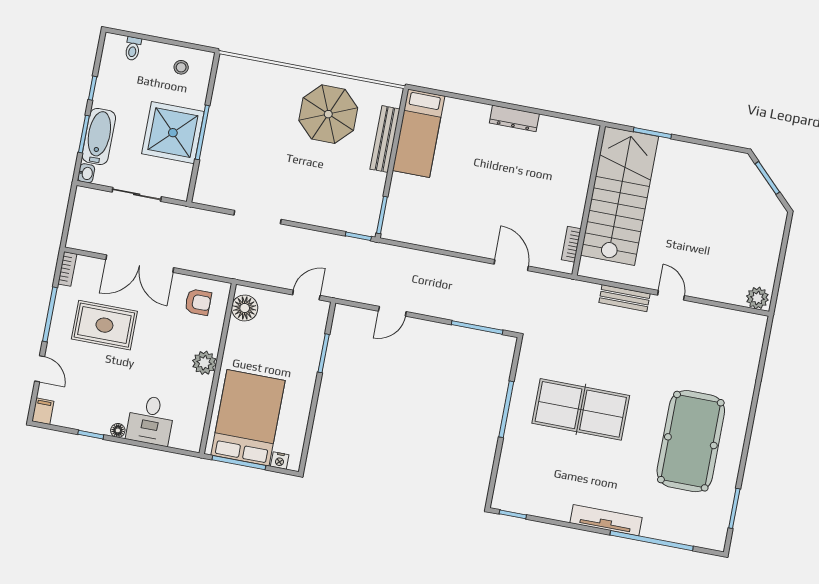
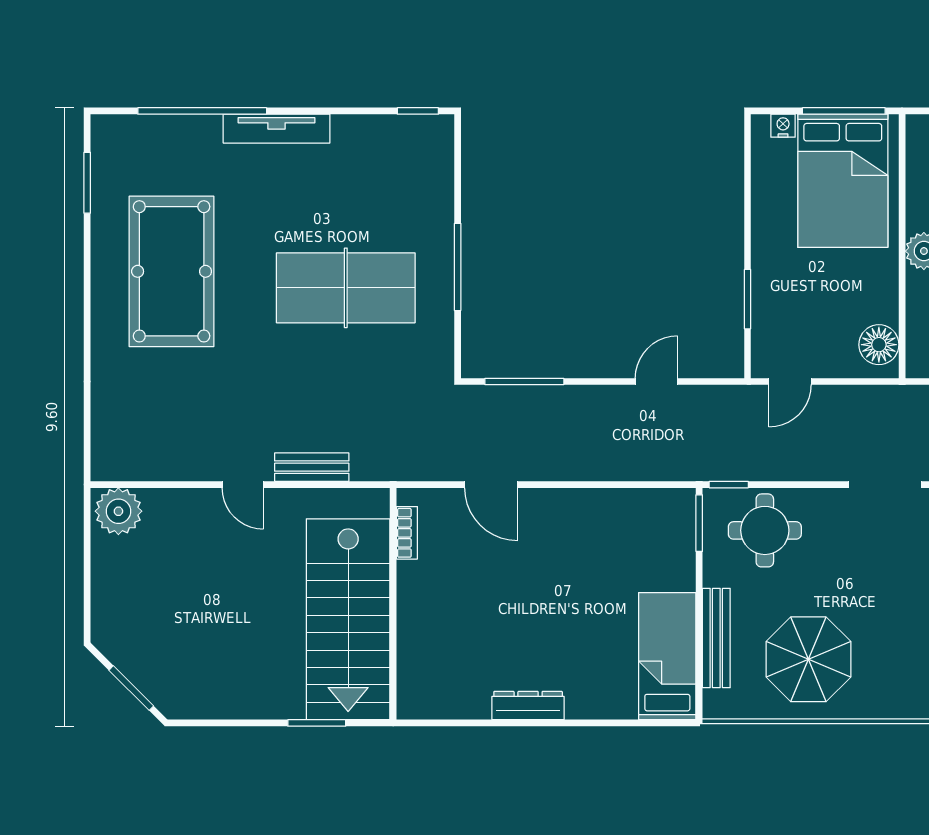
round table: (341, 202) -> (765, 530), added
plant: (757, 298) -> (118, 511), width x1.36, depth x1.36

